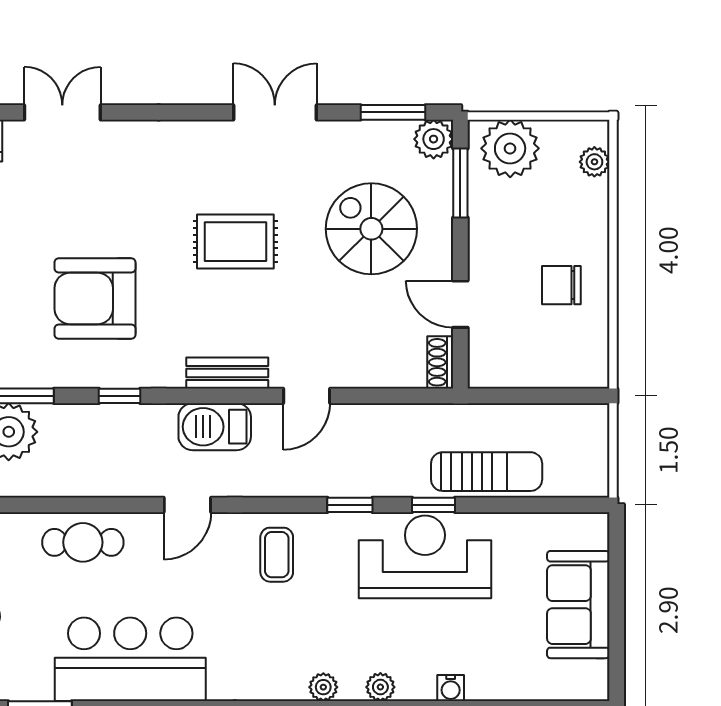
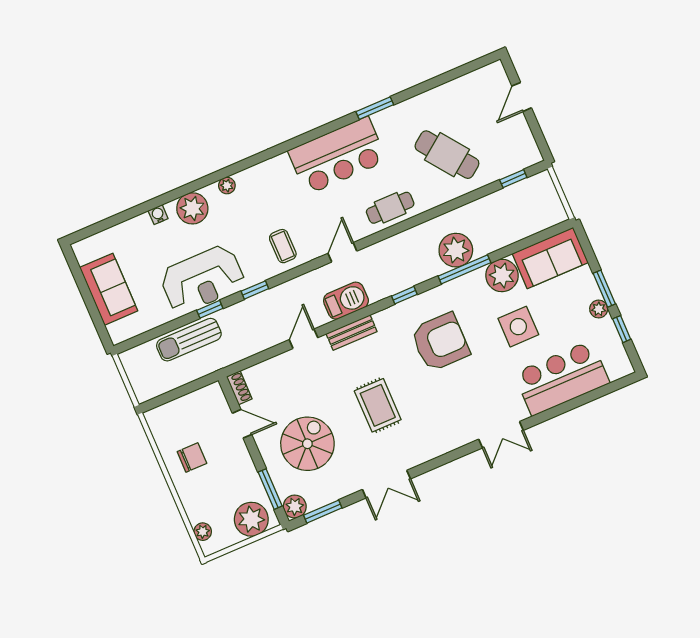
spiral stairs: (371, 229) -> (307, 444), turned -90
rug: (235, 242) -> (378, 405), turned 90
plant: (380, 687) -> (192, 208), width x1.88, depth x1.88

